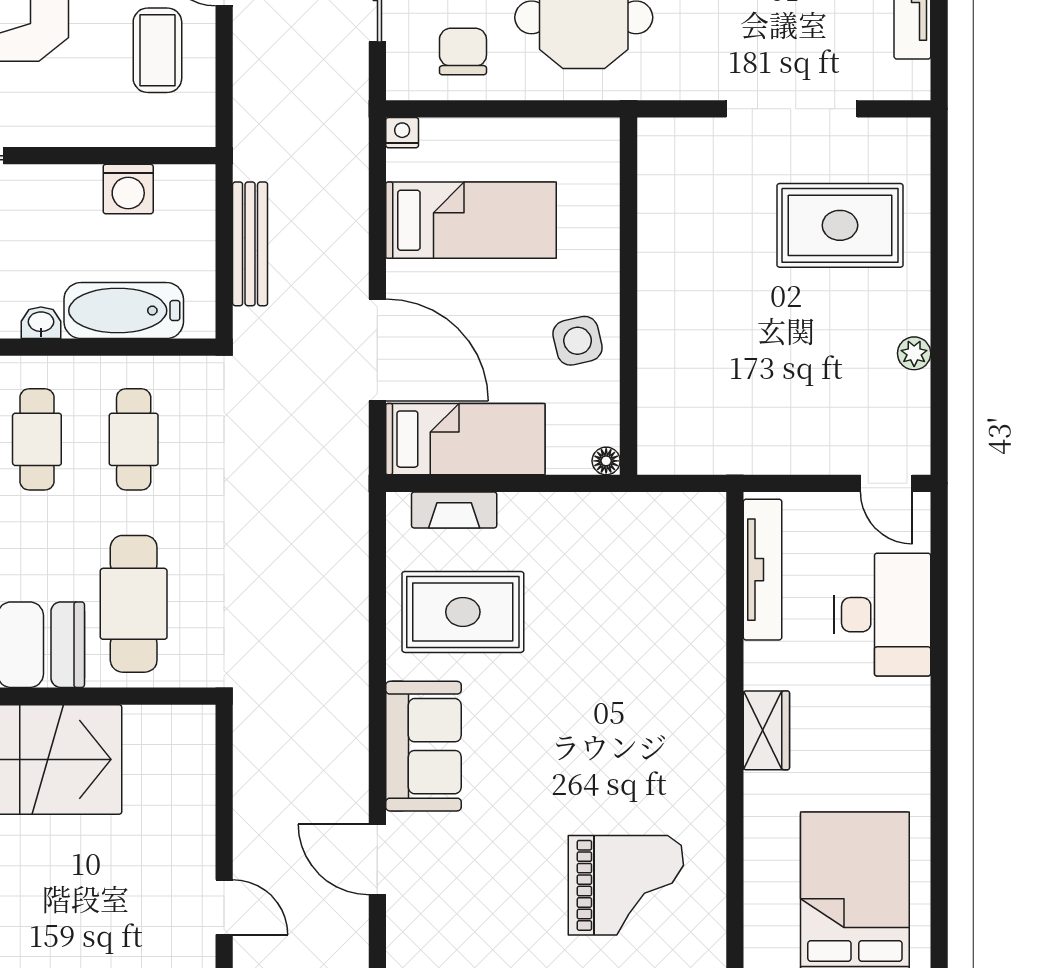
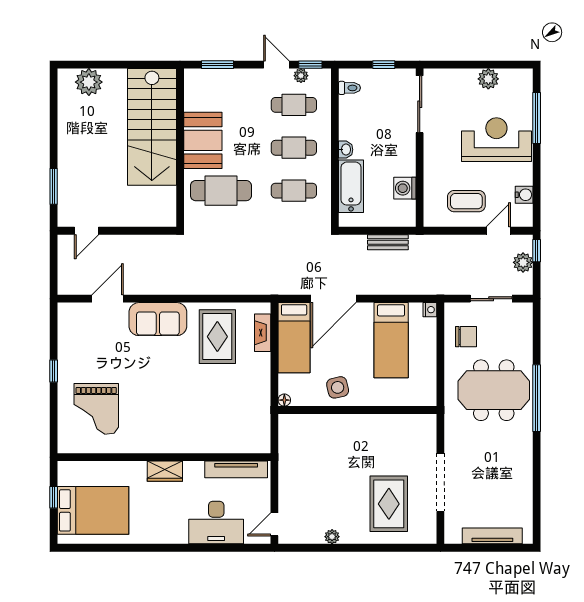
bench: (250, 244) -> (388, 242), width x0.73

